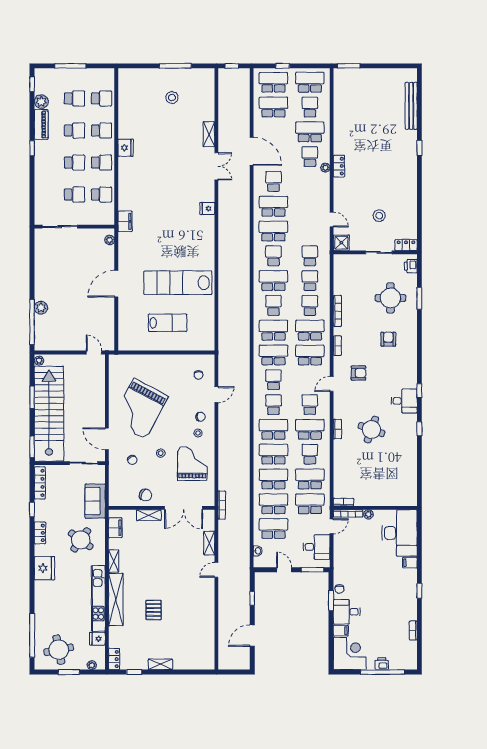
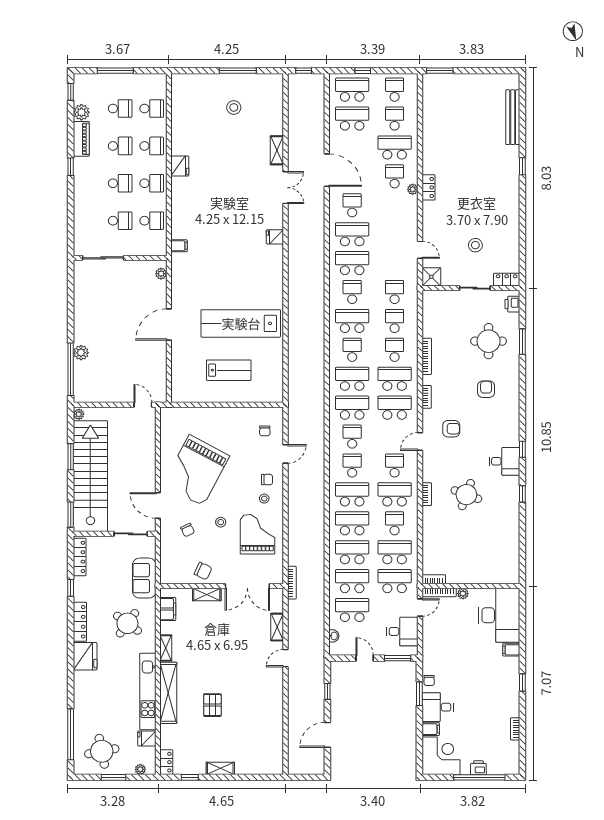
school desk: (310, 82) -> (395, 90), width x0.54
filing cabinet: (125, 221) -> (179, 246), width x0.50
locker: (40, 533) -> (80, 622), width x1.53

